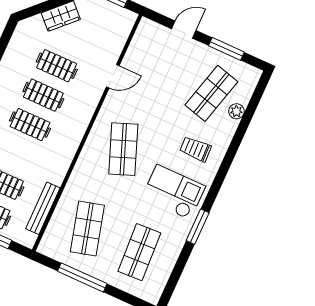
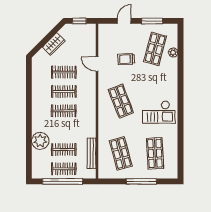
door: (113, 76) -> (97, 64), swing flipped
trolley: (196, 149) -> (126, 59), moved
checkout: (173, 192) -> (159, 112), turned 180
window: (198, 227) -> (180, 125), removed
window: (82, 277) -> (141, 181), moved

